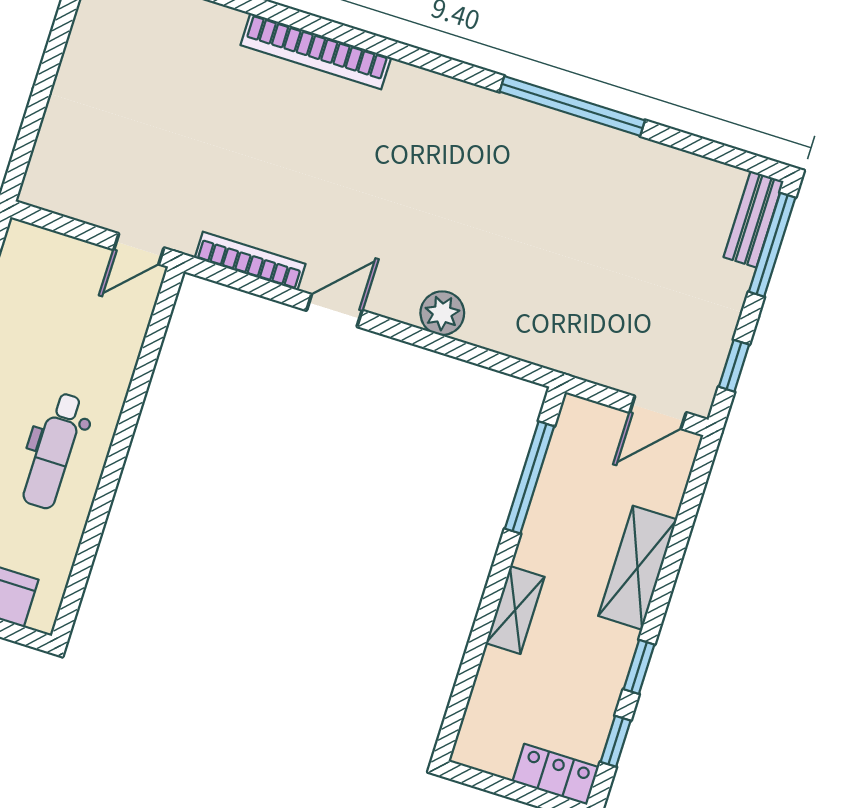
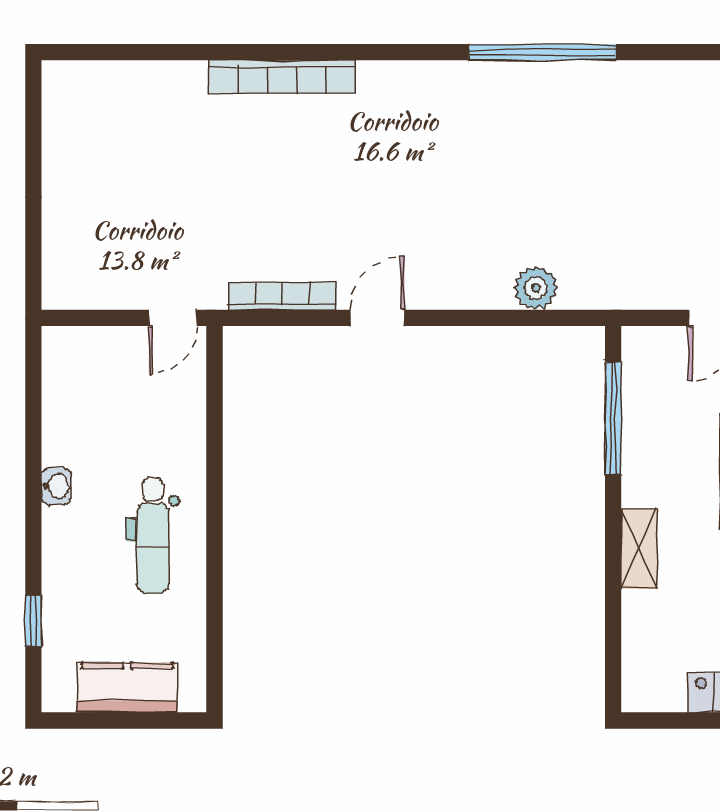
plant: (442, 313) -> (536, 288), moved

